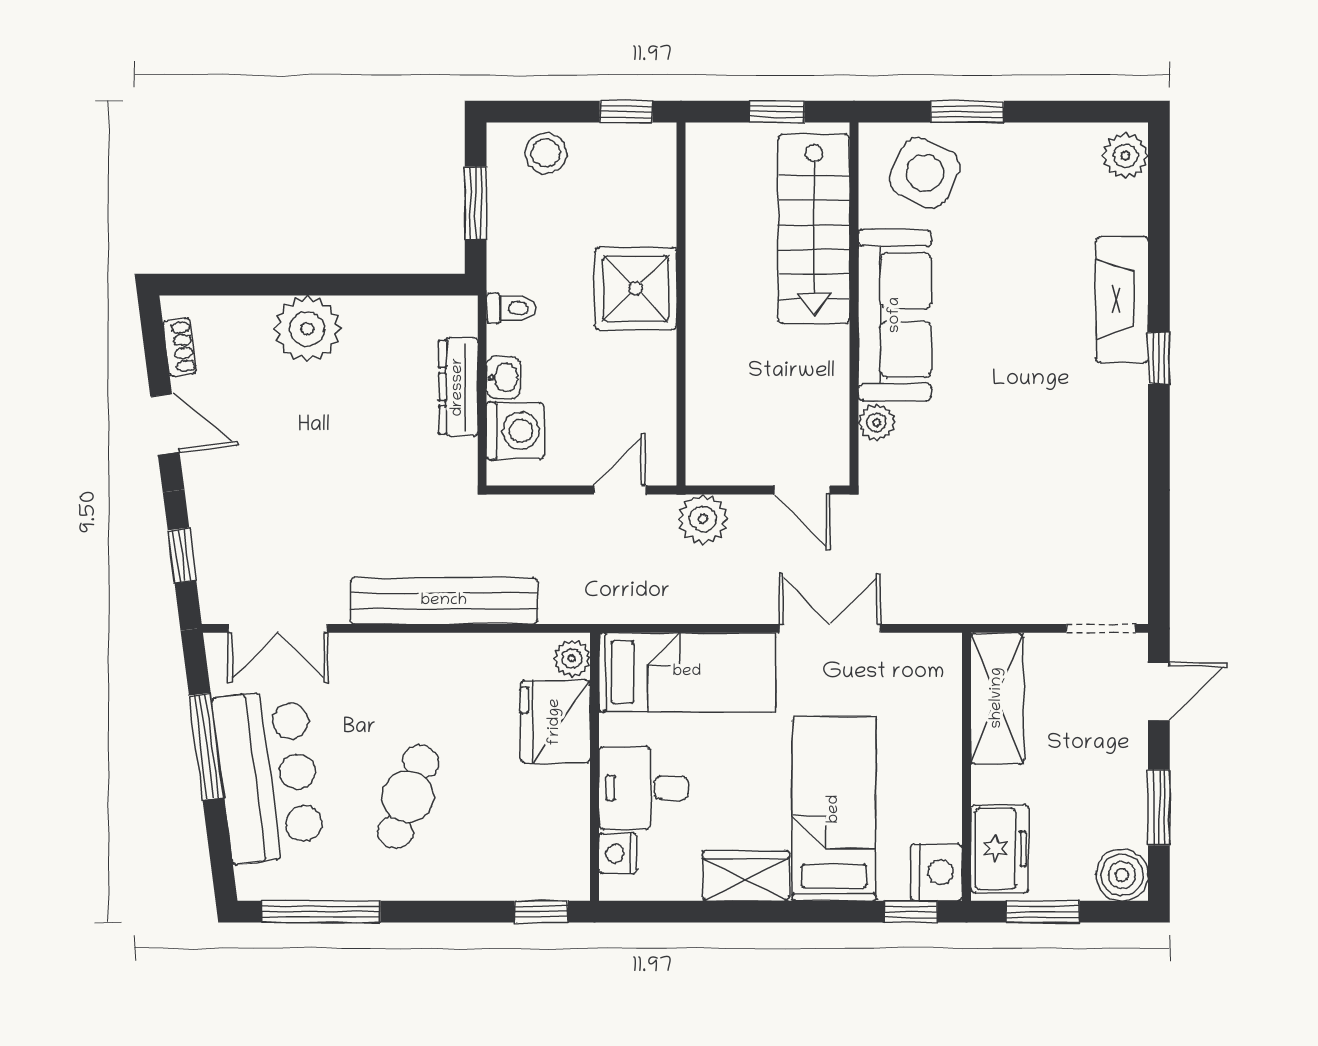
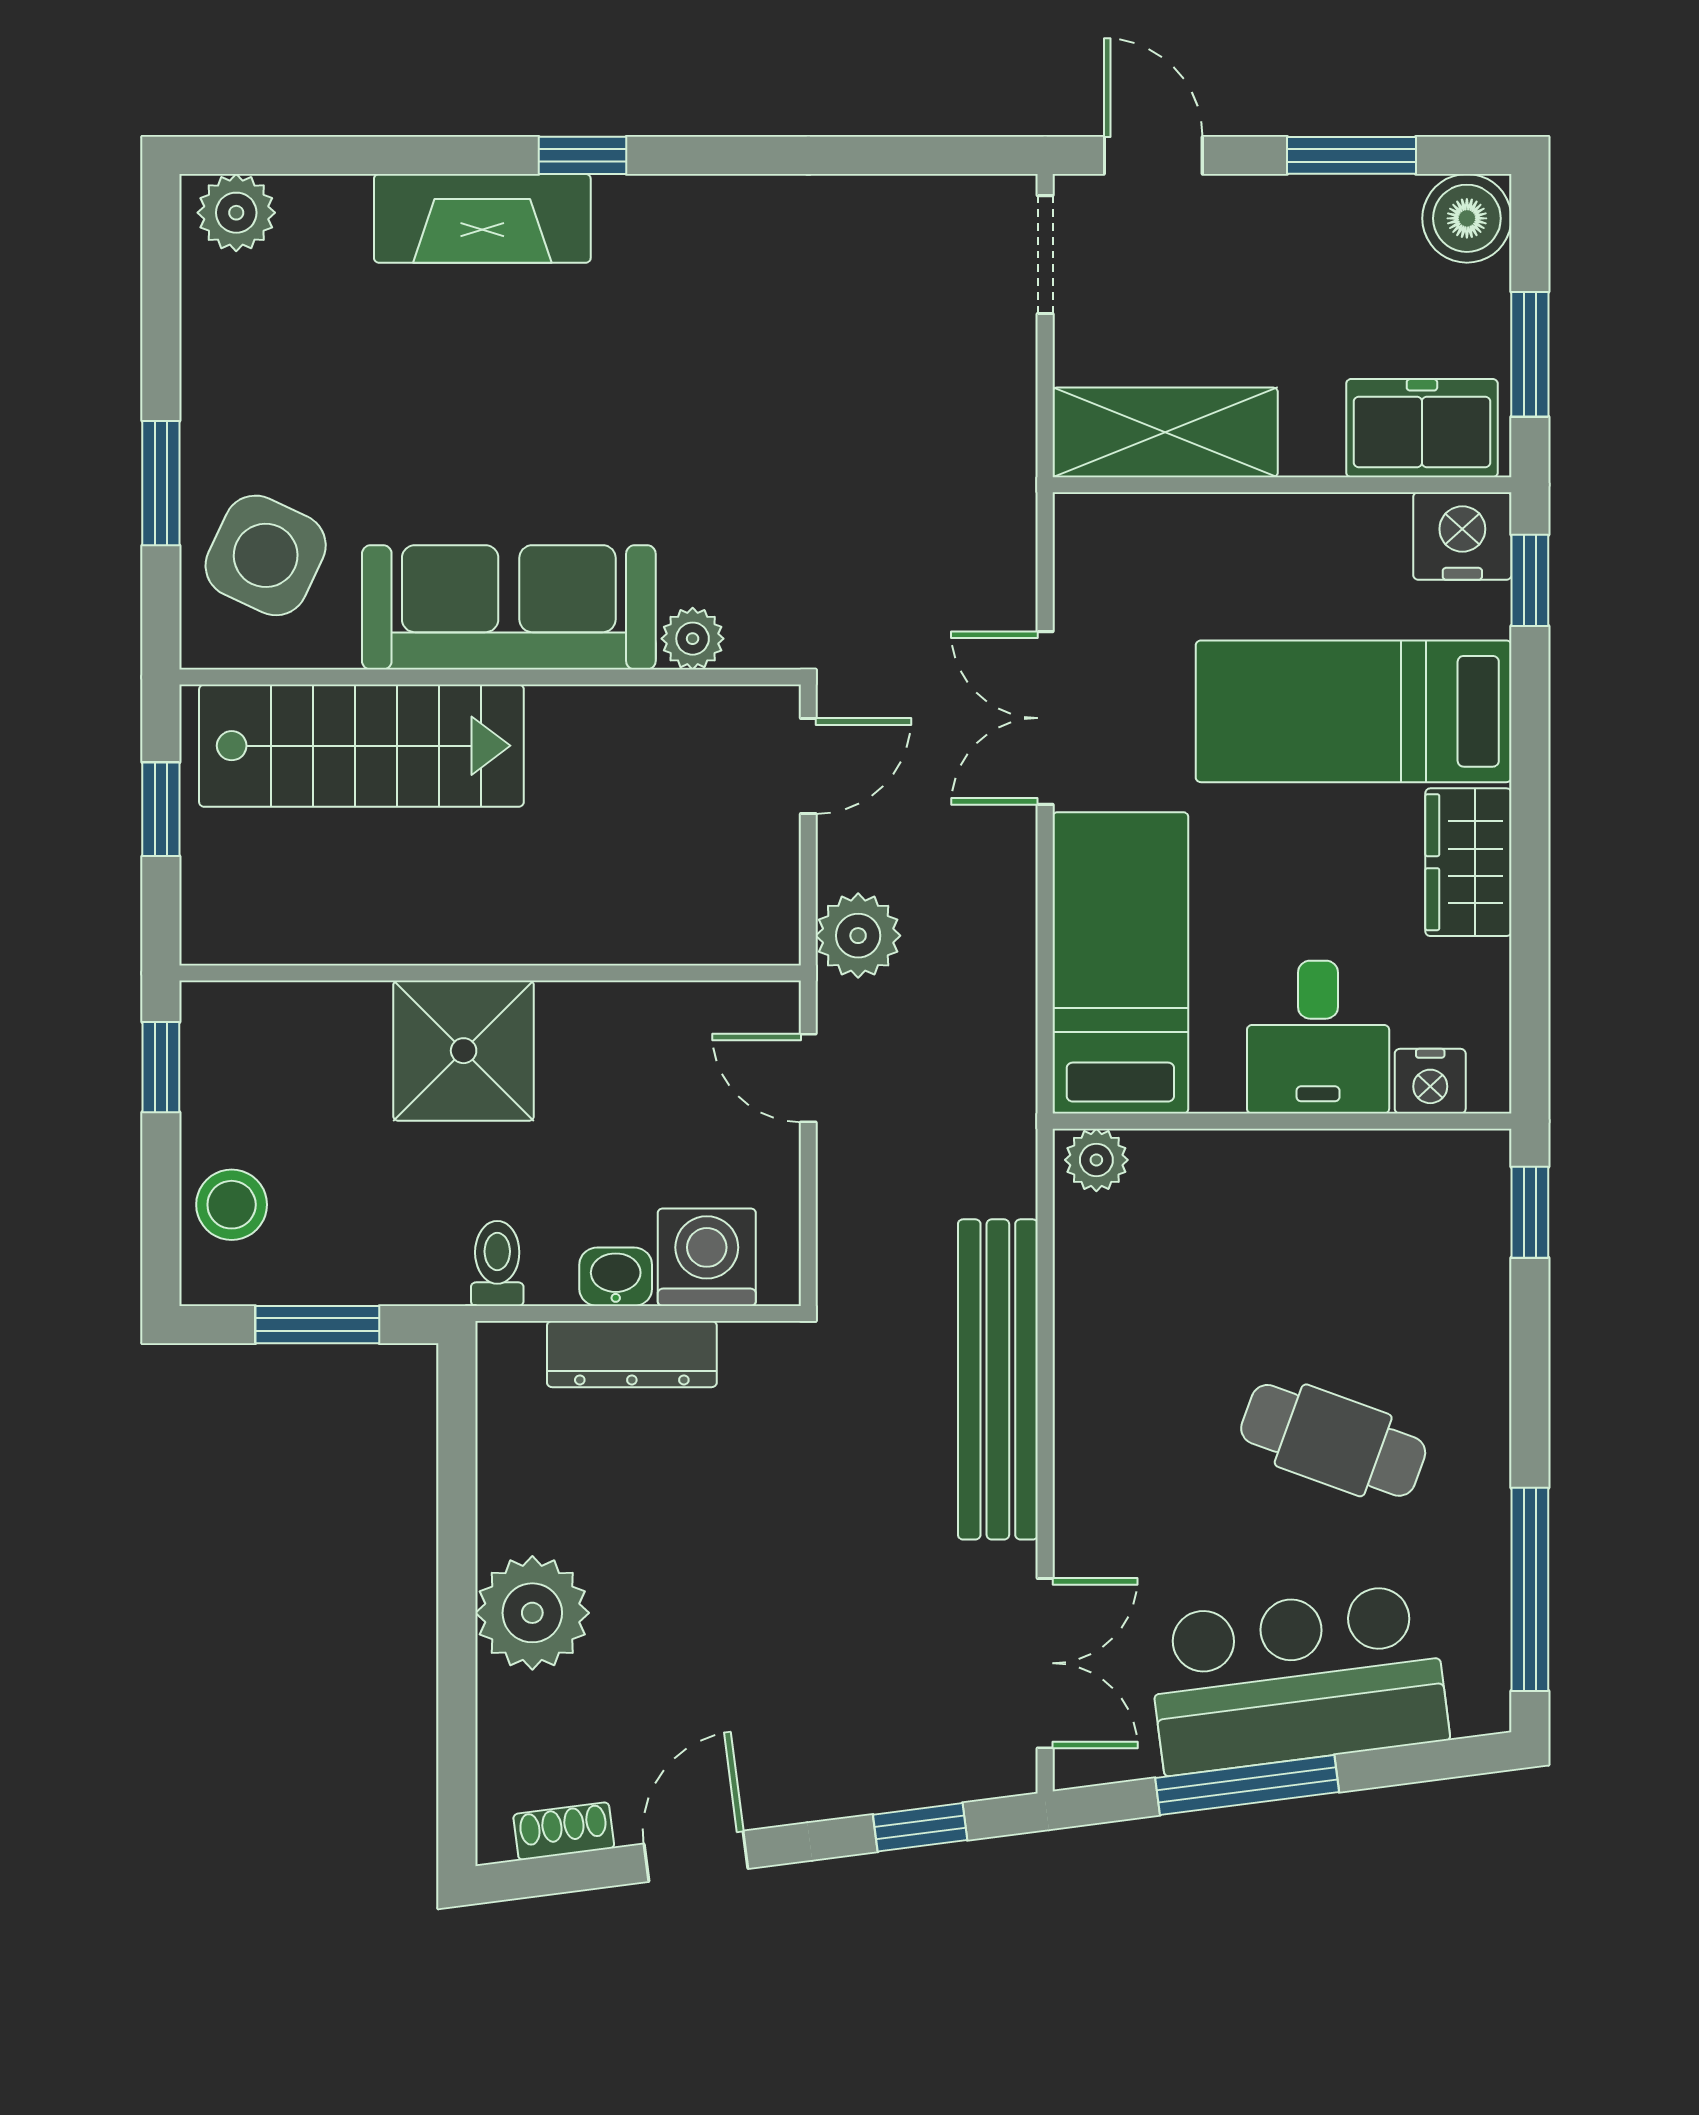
fridge: (555, 722) -> (1205, 1188), removed

